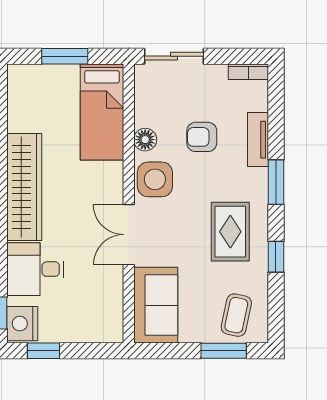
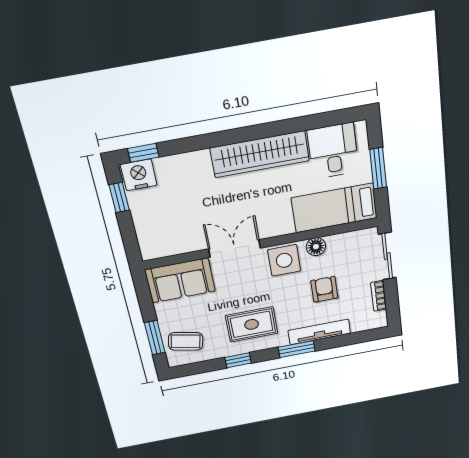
bookcase: (248, 72) -> (379, 296), moved
tv unit: (258, 140) -> (319, 332), width x1.41
desk: (35, 269) -> (333, 151), moved

